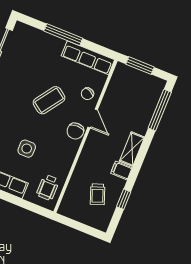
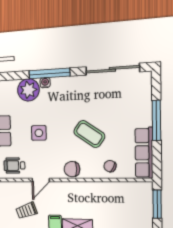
door: (93, 119) -> (41, 180), moved

